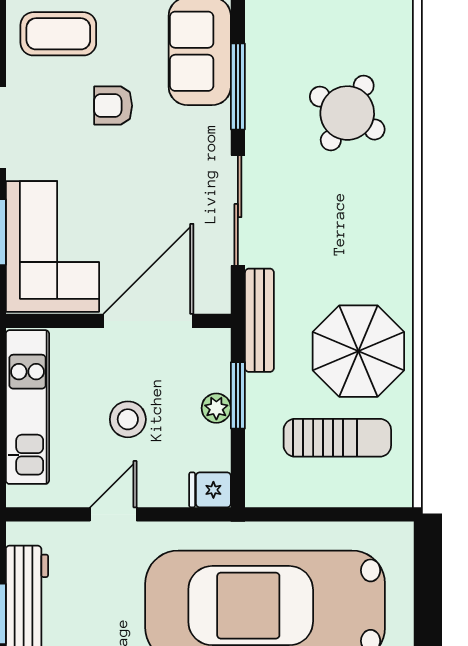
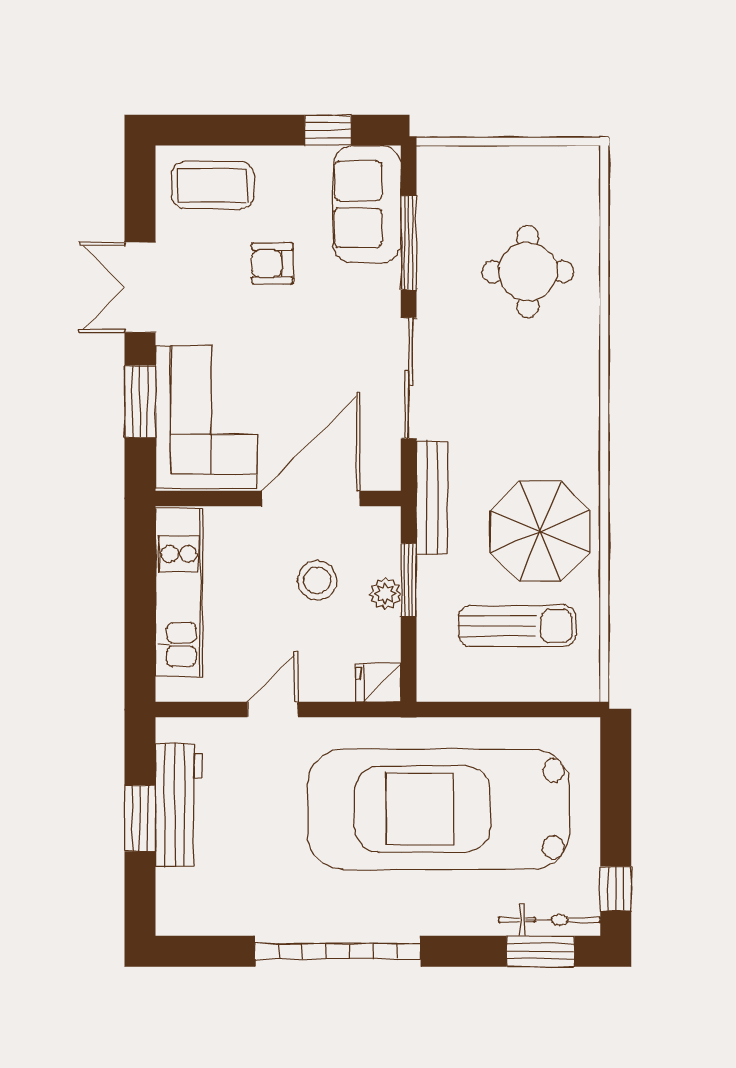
round table: (347, 113) -> (528, 272), turned -31
stool: (128, 419) -> (317, 580), moved

